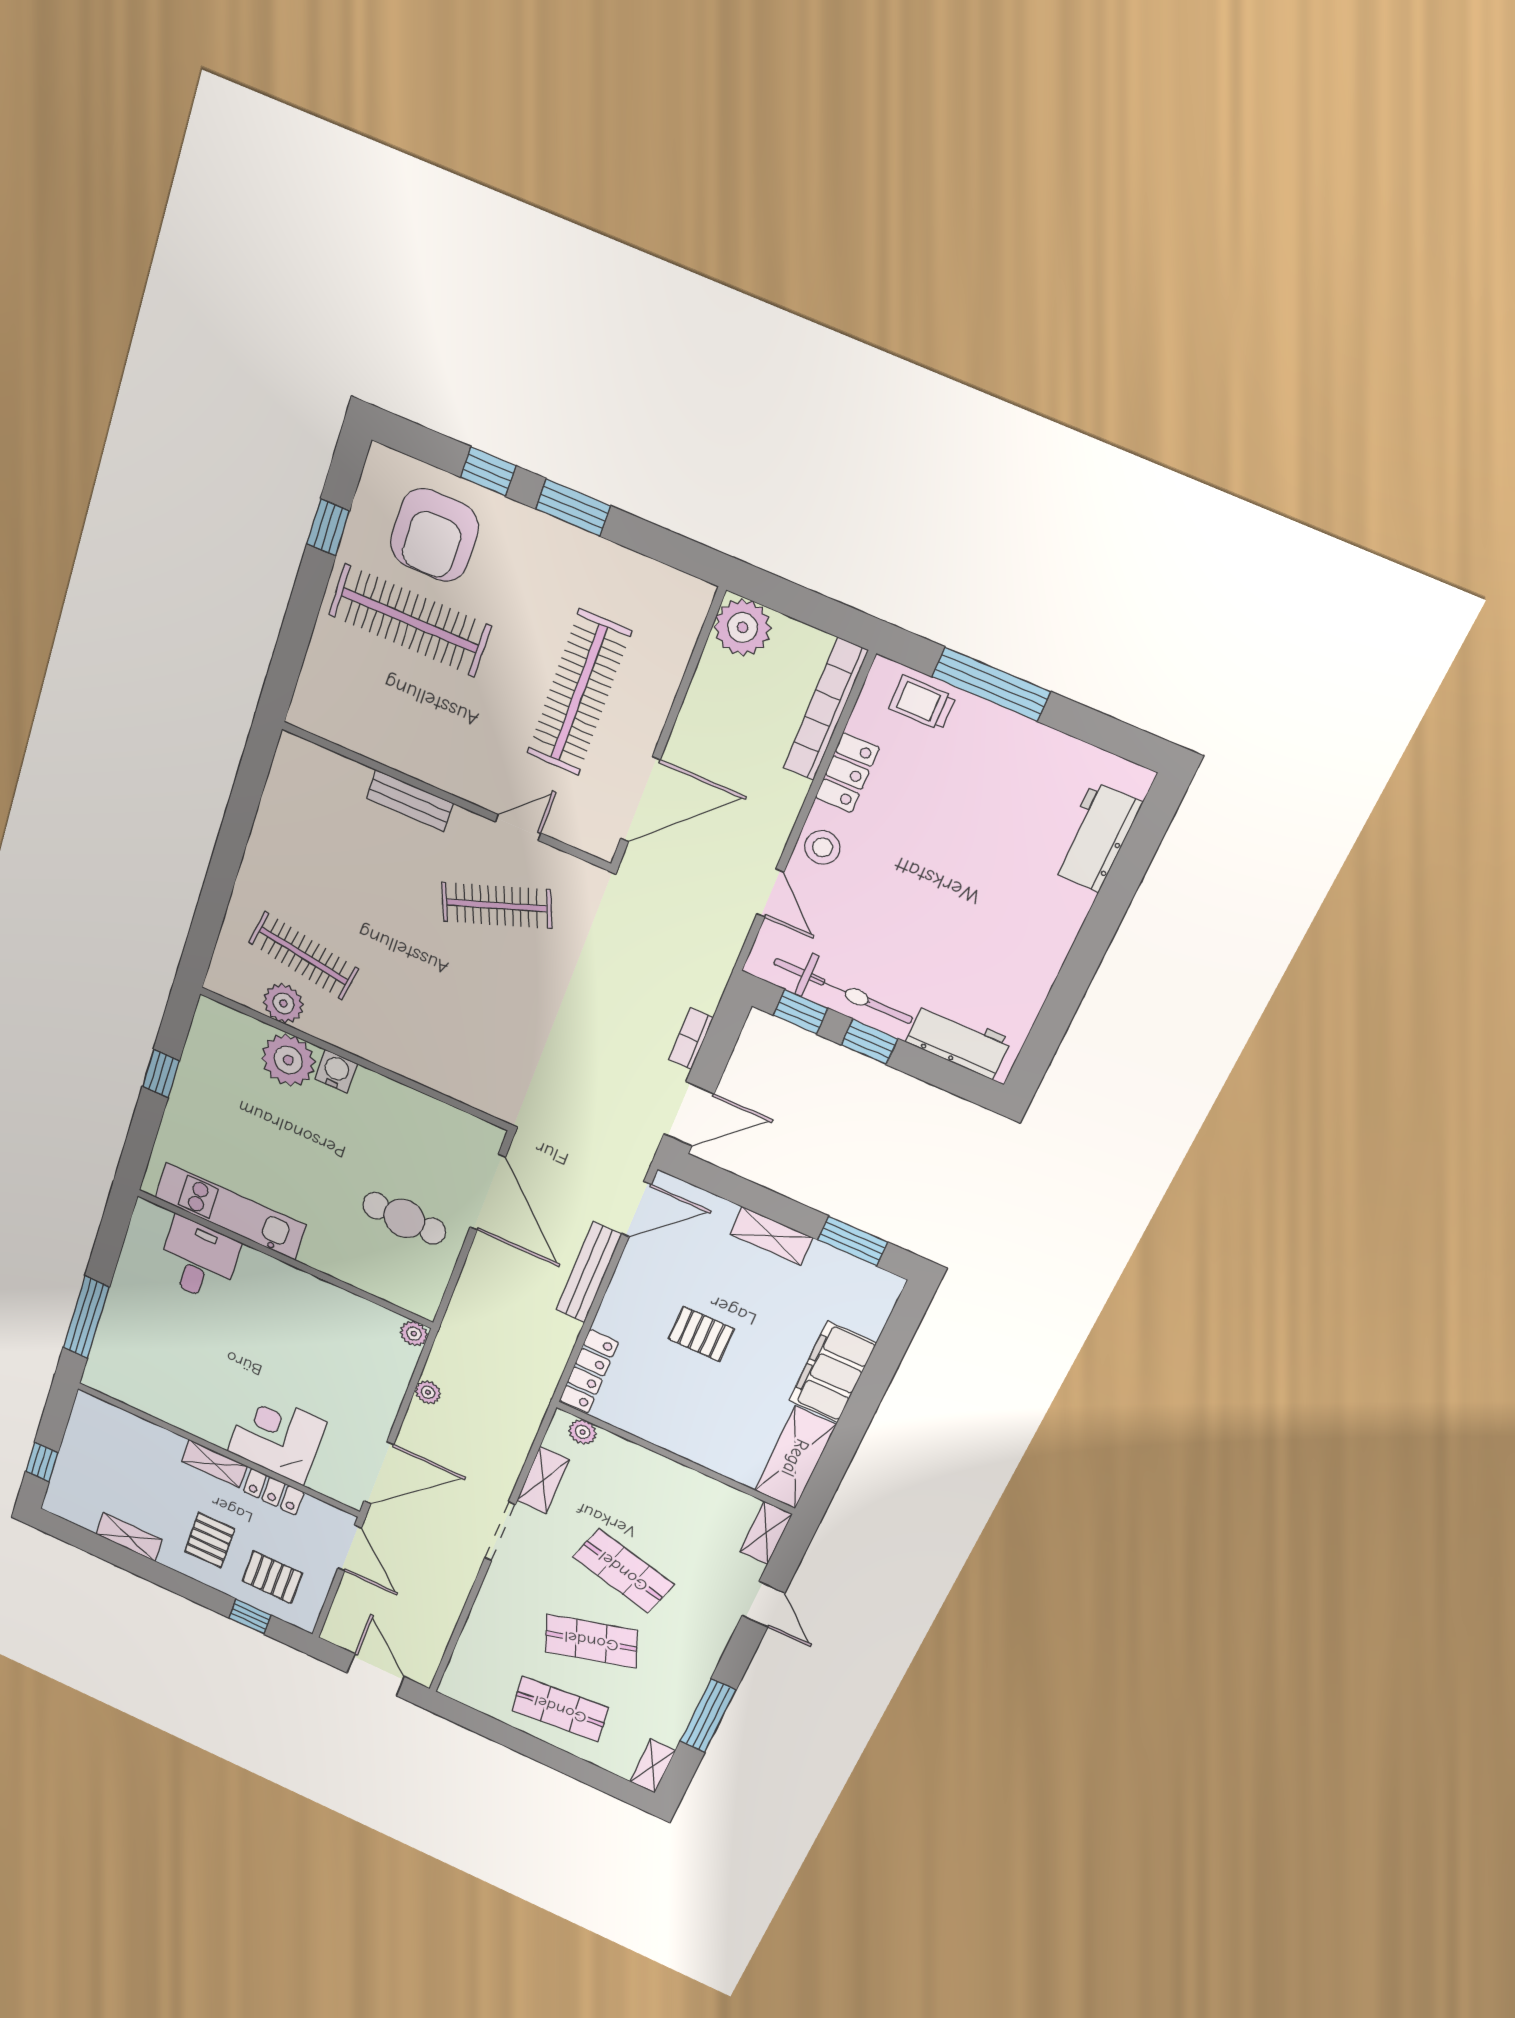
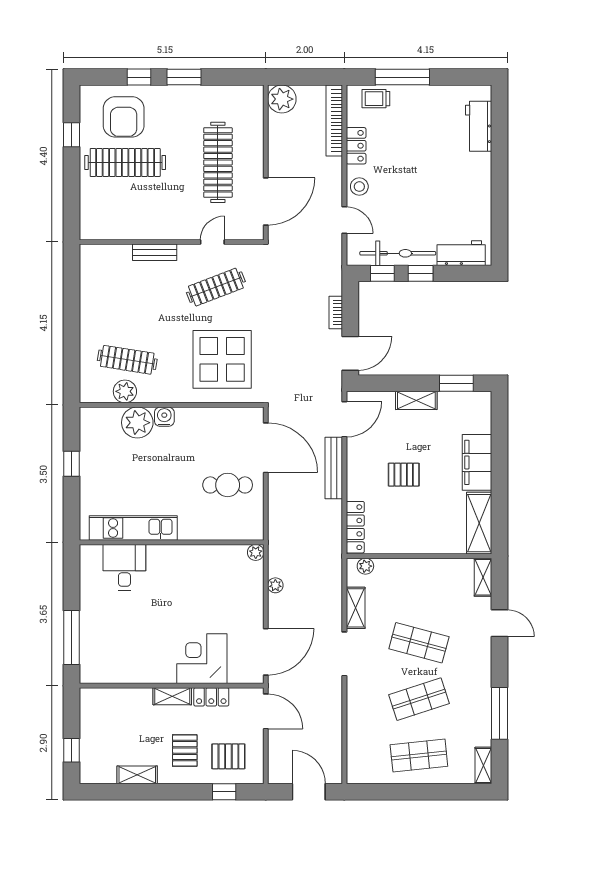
display table: (465, 1026) -> (222, 359), added

